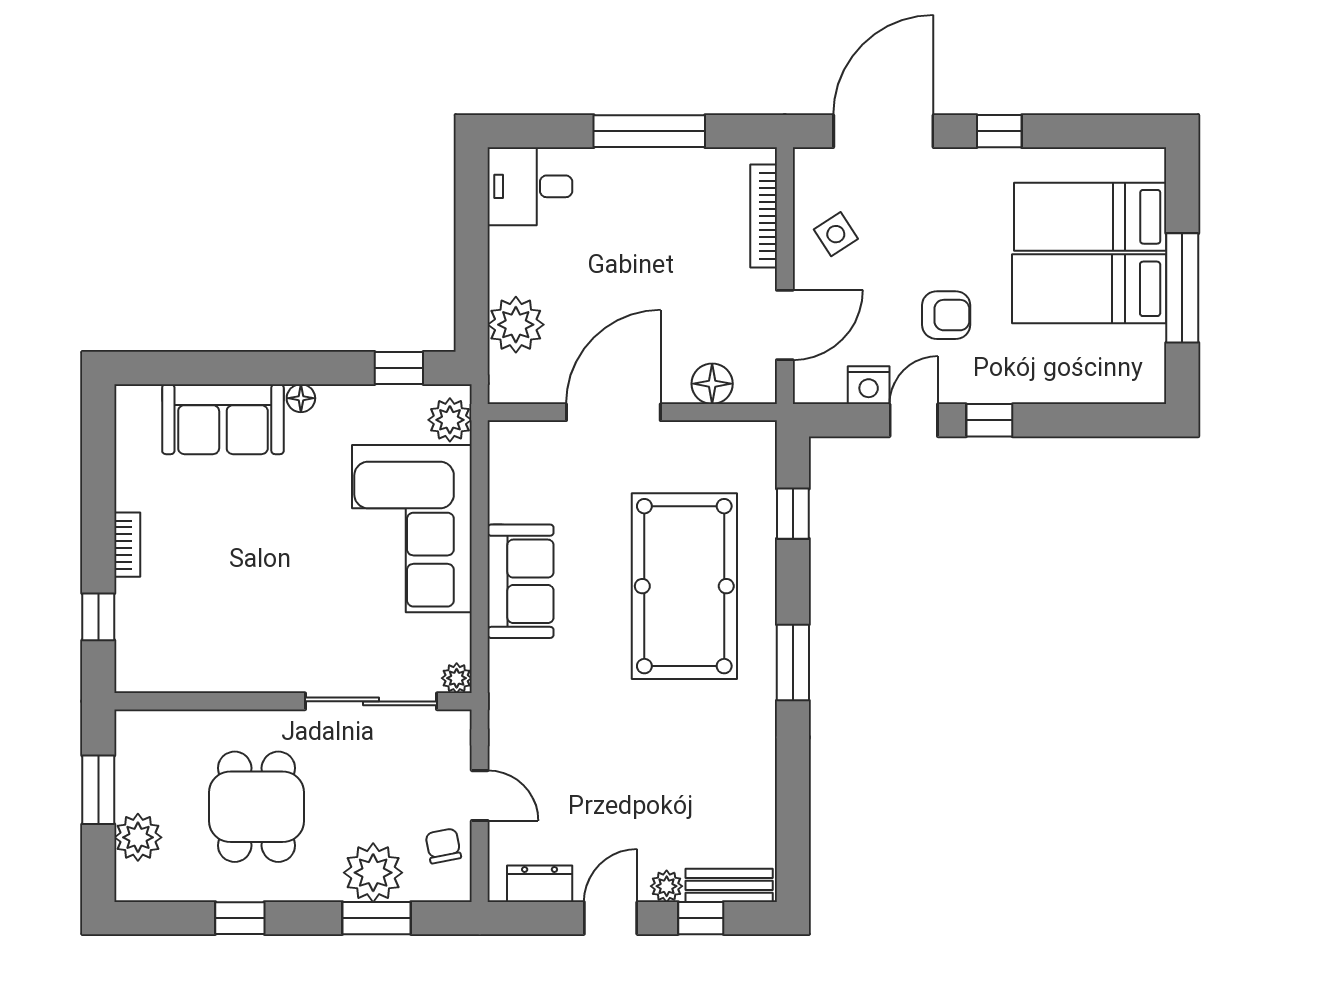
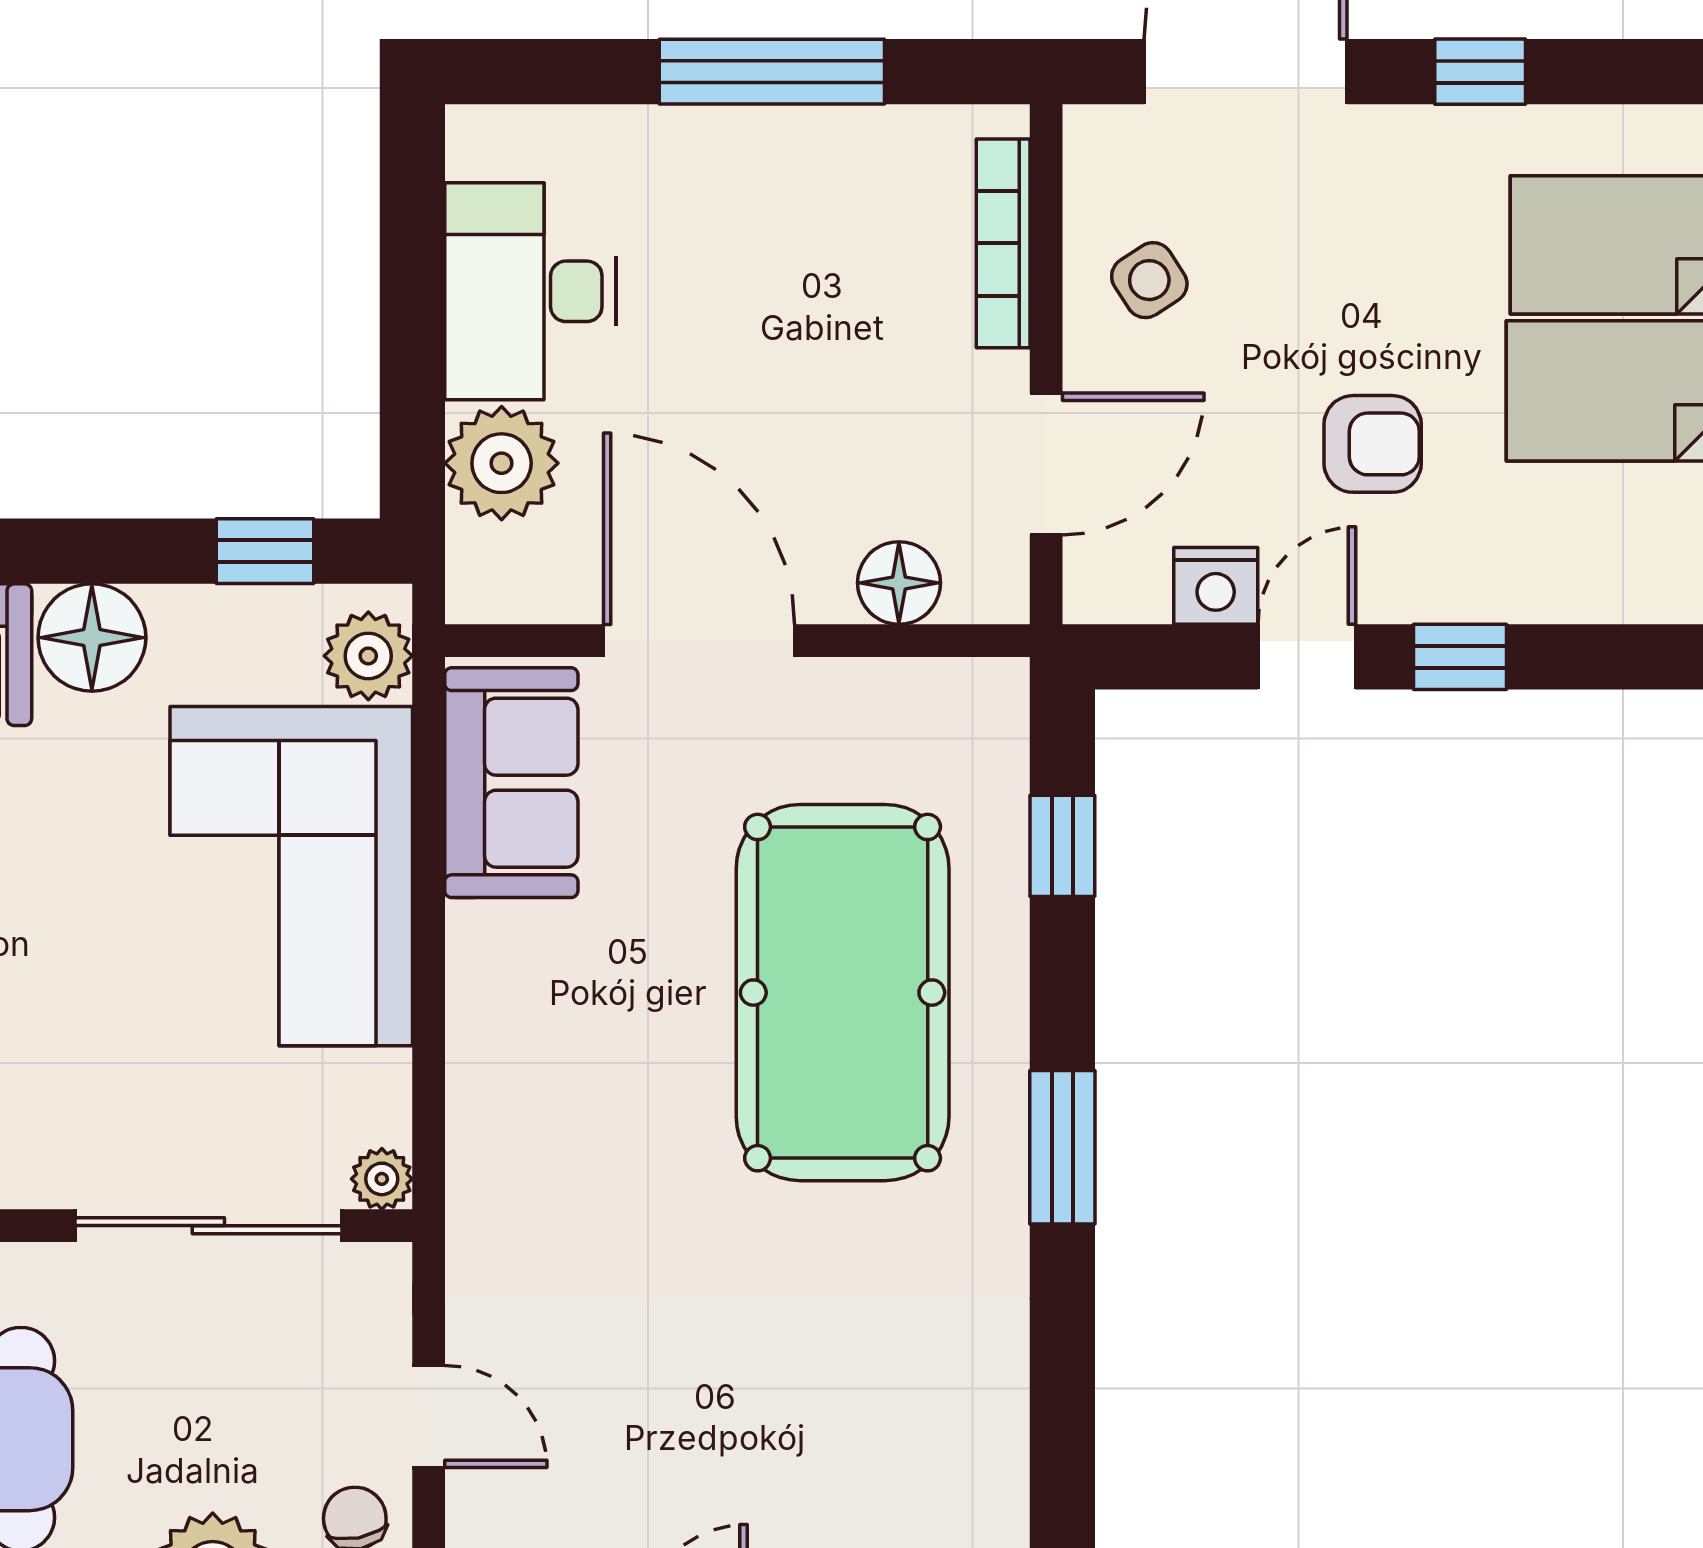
desk: (530, 186) -> (530, 291), moved, width x1.37
floor lamp: (301, 398) -> (92, 638), width x1.89, depth x1.89
door: (613, 412) -> (699, 641), hinge flipped
sofa: (521, 581) -> (511, 783), moved

